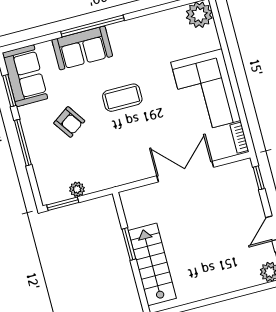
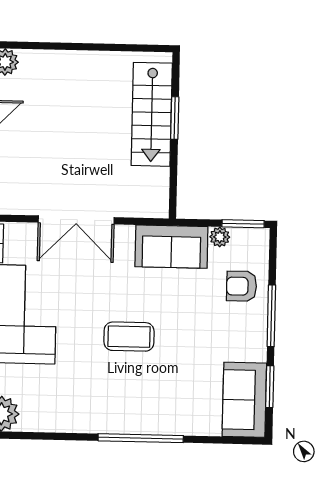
sofa: (82, 48) -> (171, 247), moved, turned 180
armchair: (69, 122) -> (242, 286), moved, turned -55
window: (129, 244) -> (175, 118), moved

